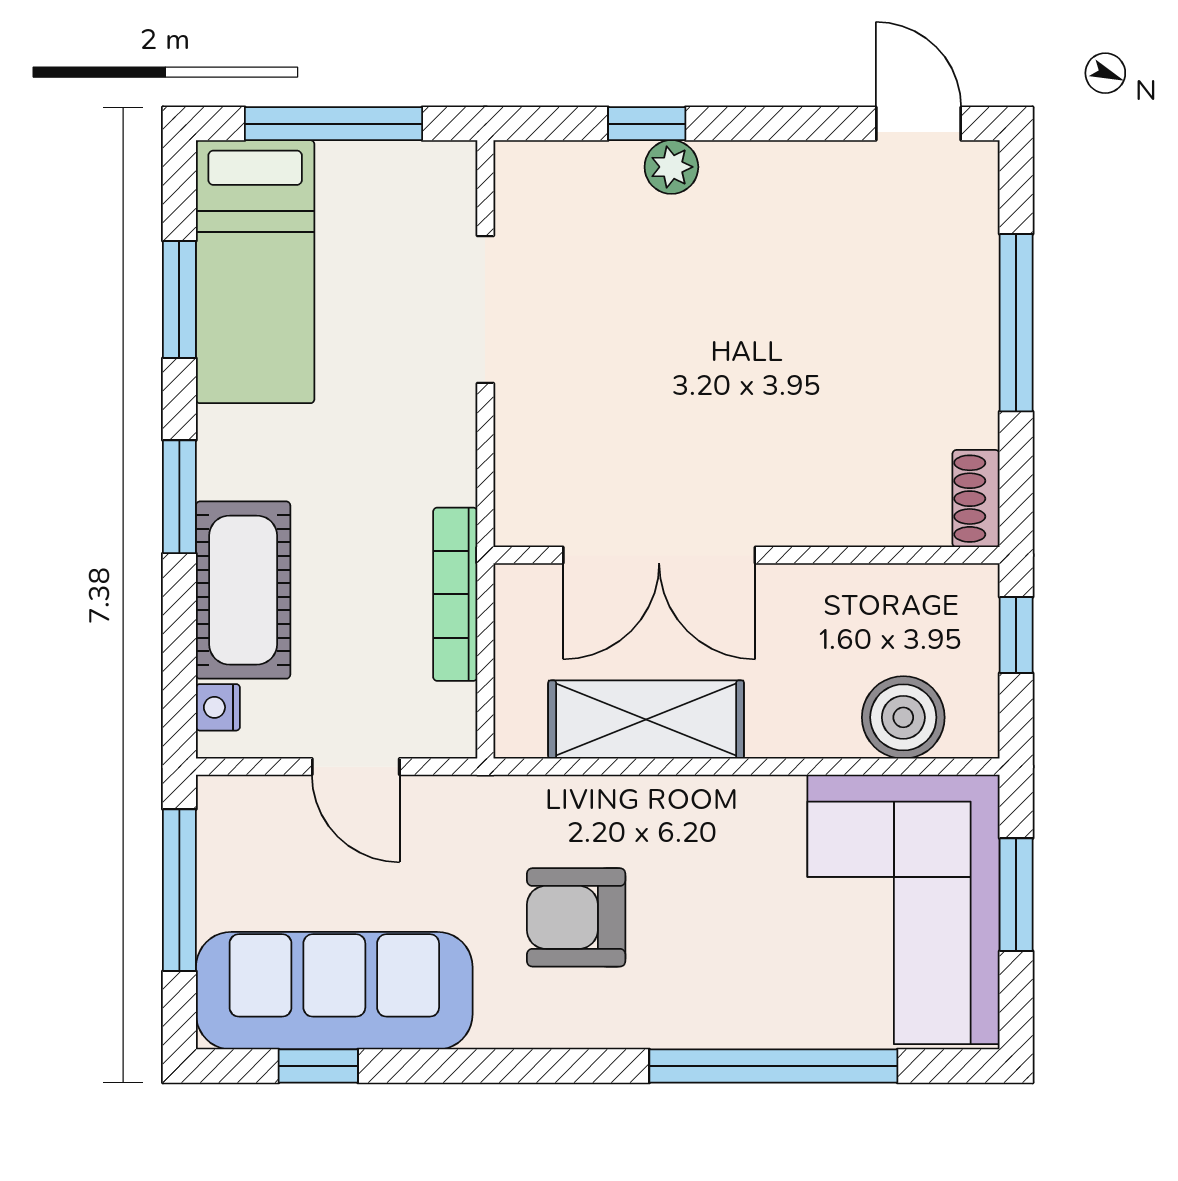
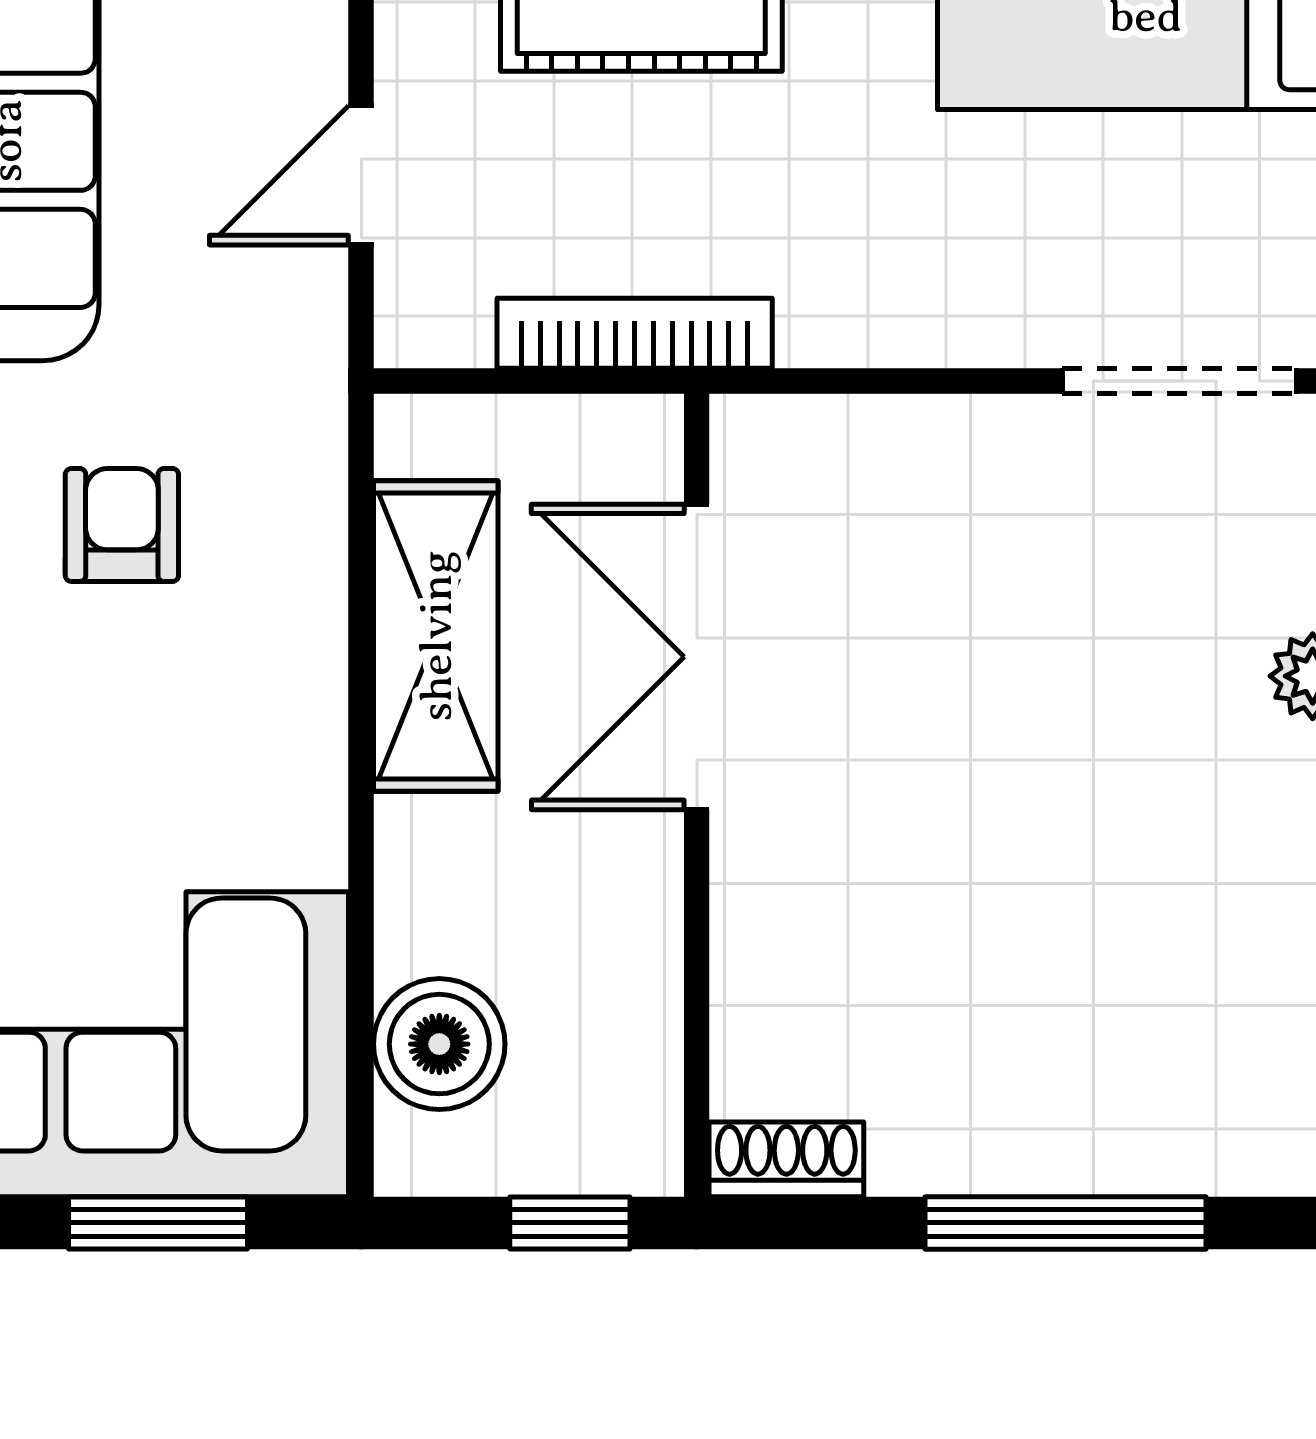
doorway: (485, 310) -> (1179, 381), moved
armchair: (576, 917) -> (122, 525), width x0.72, depth x0.72

